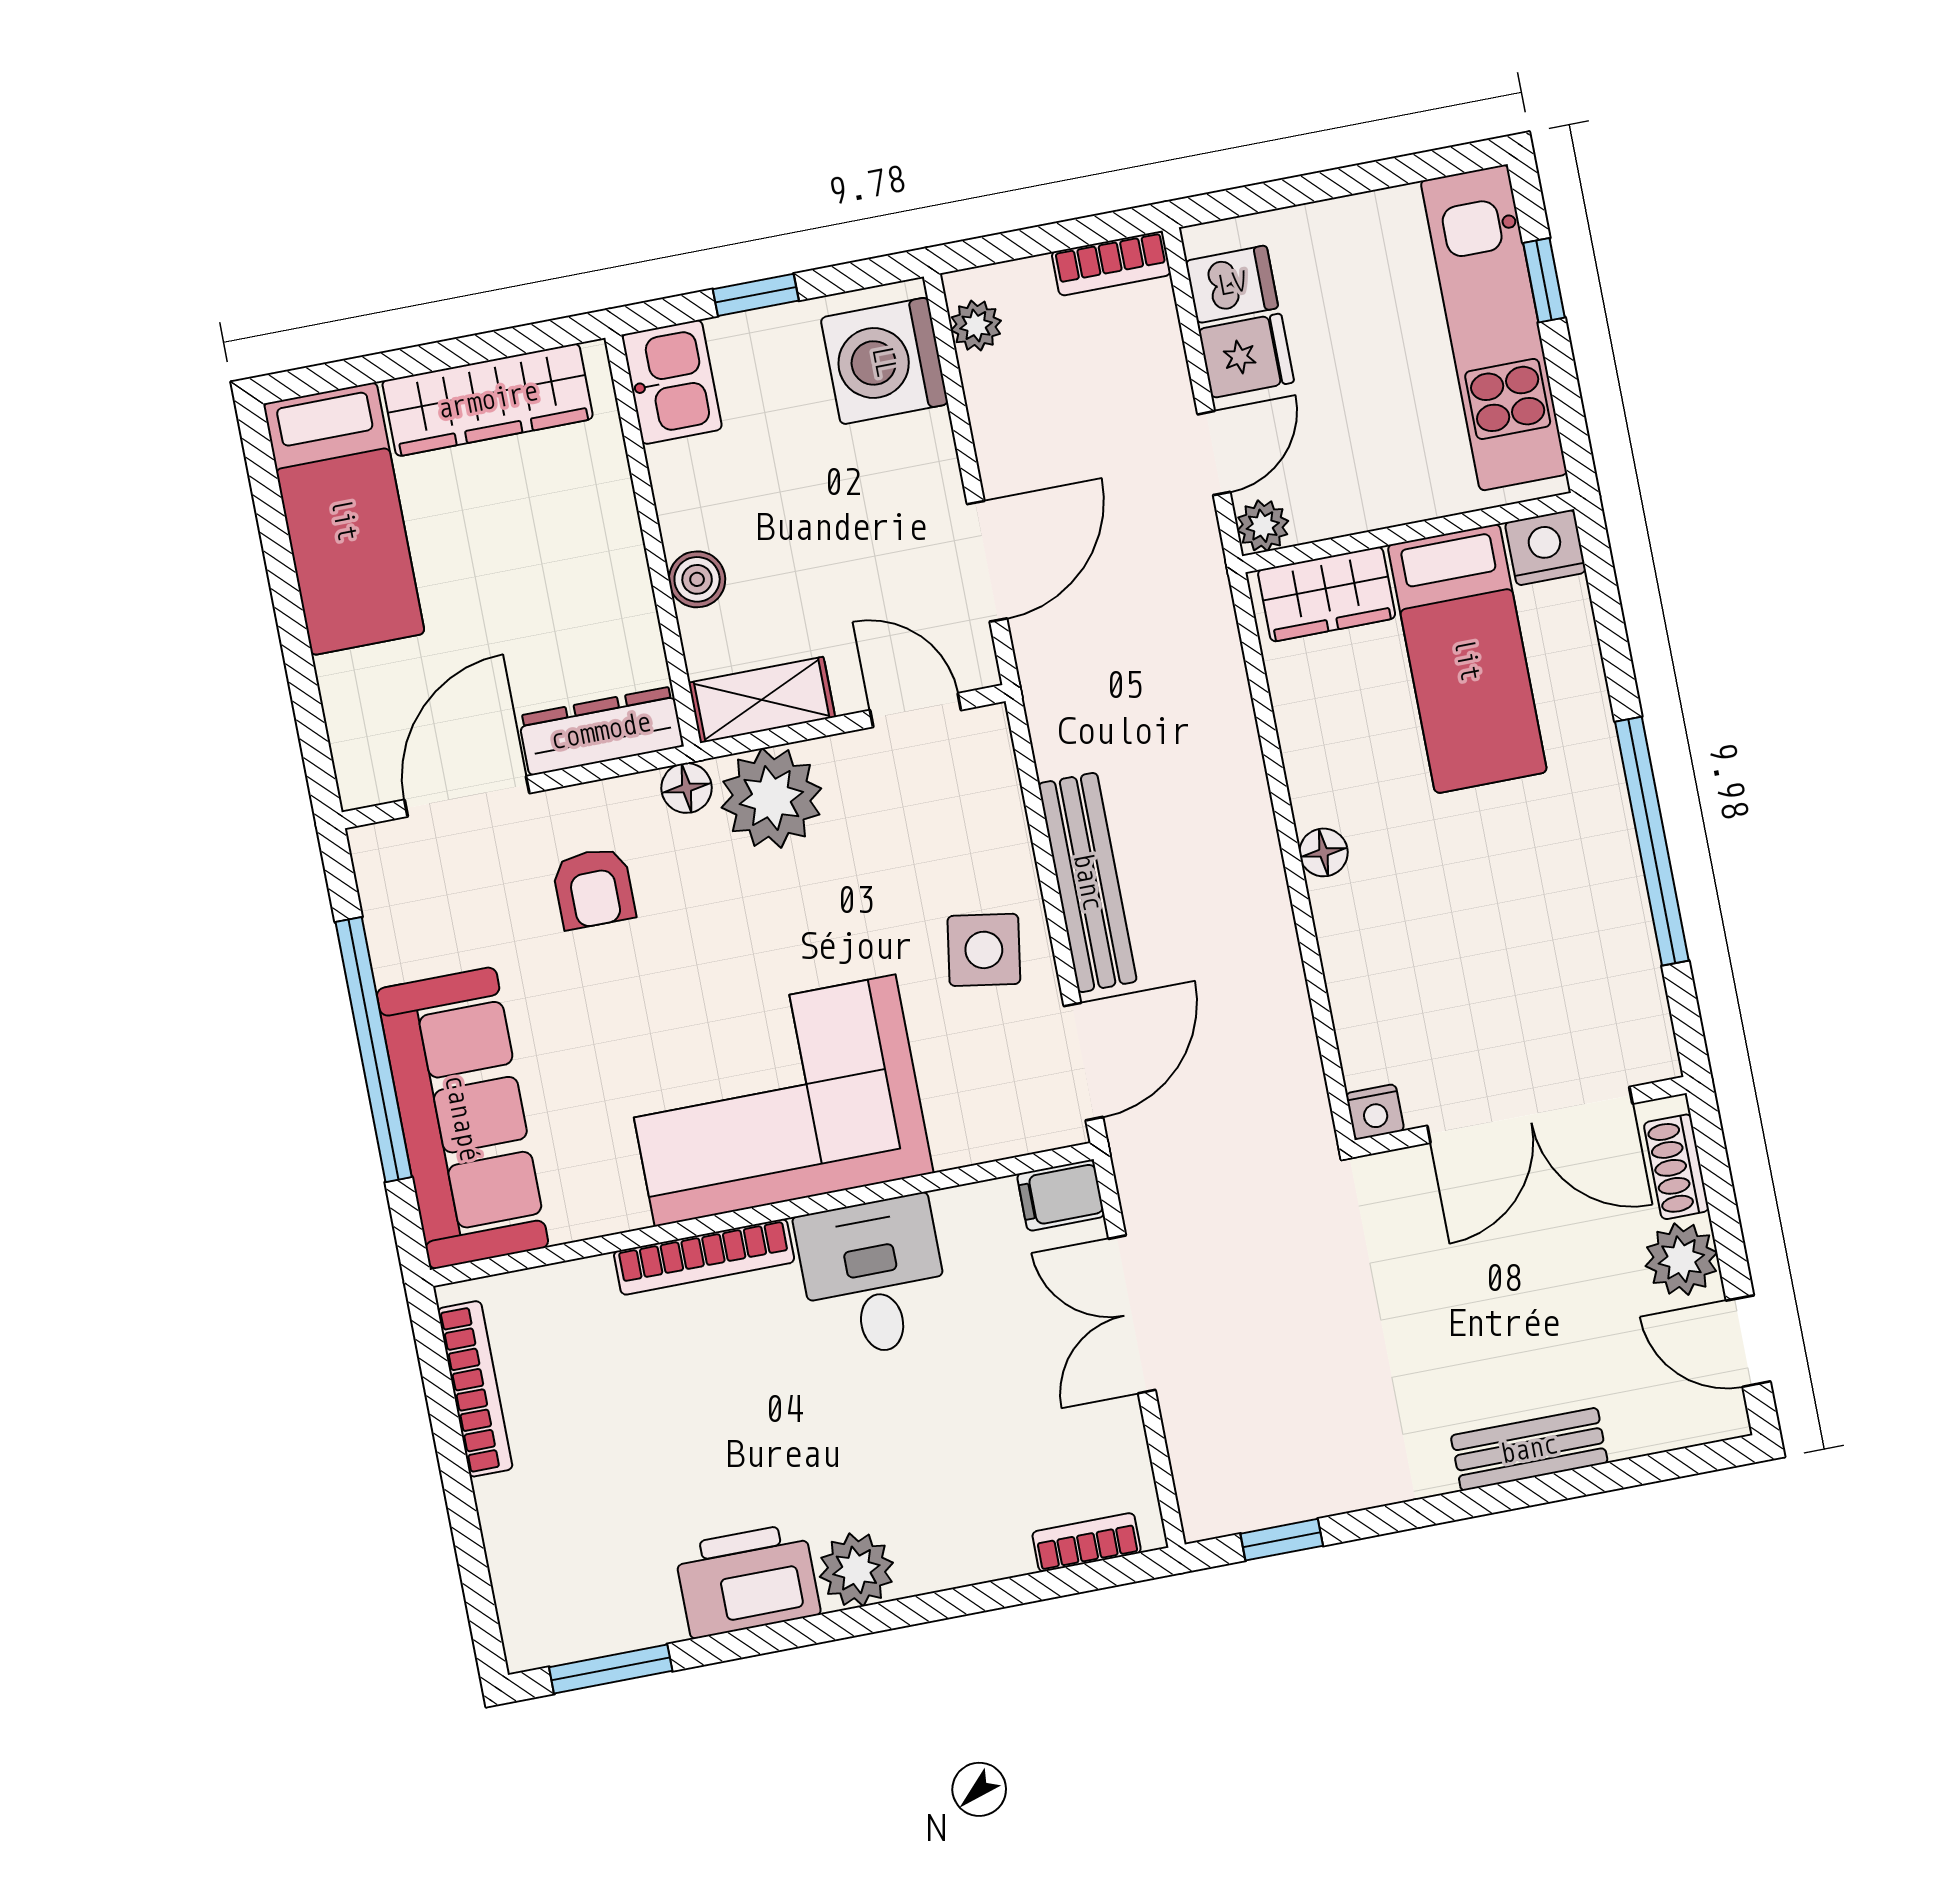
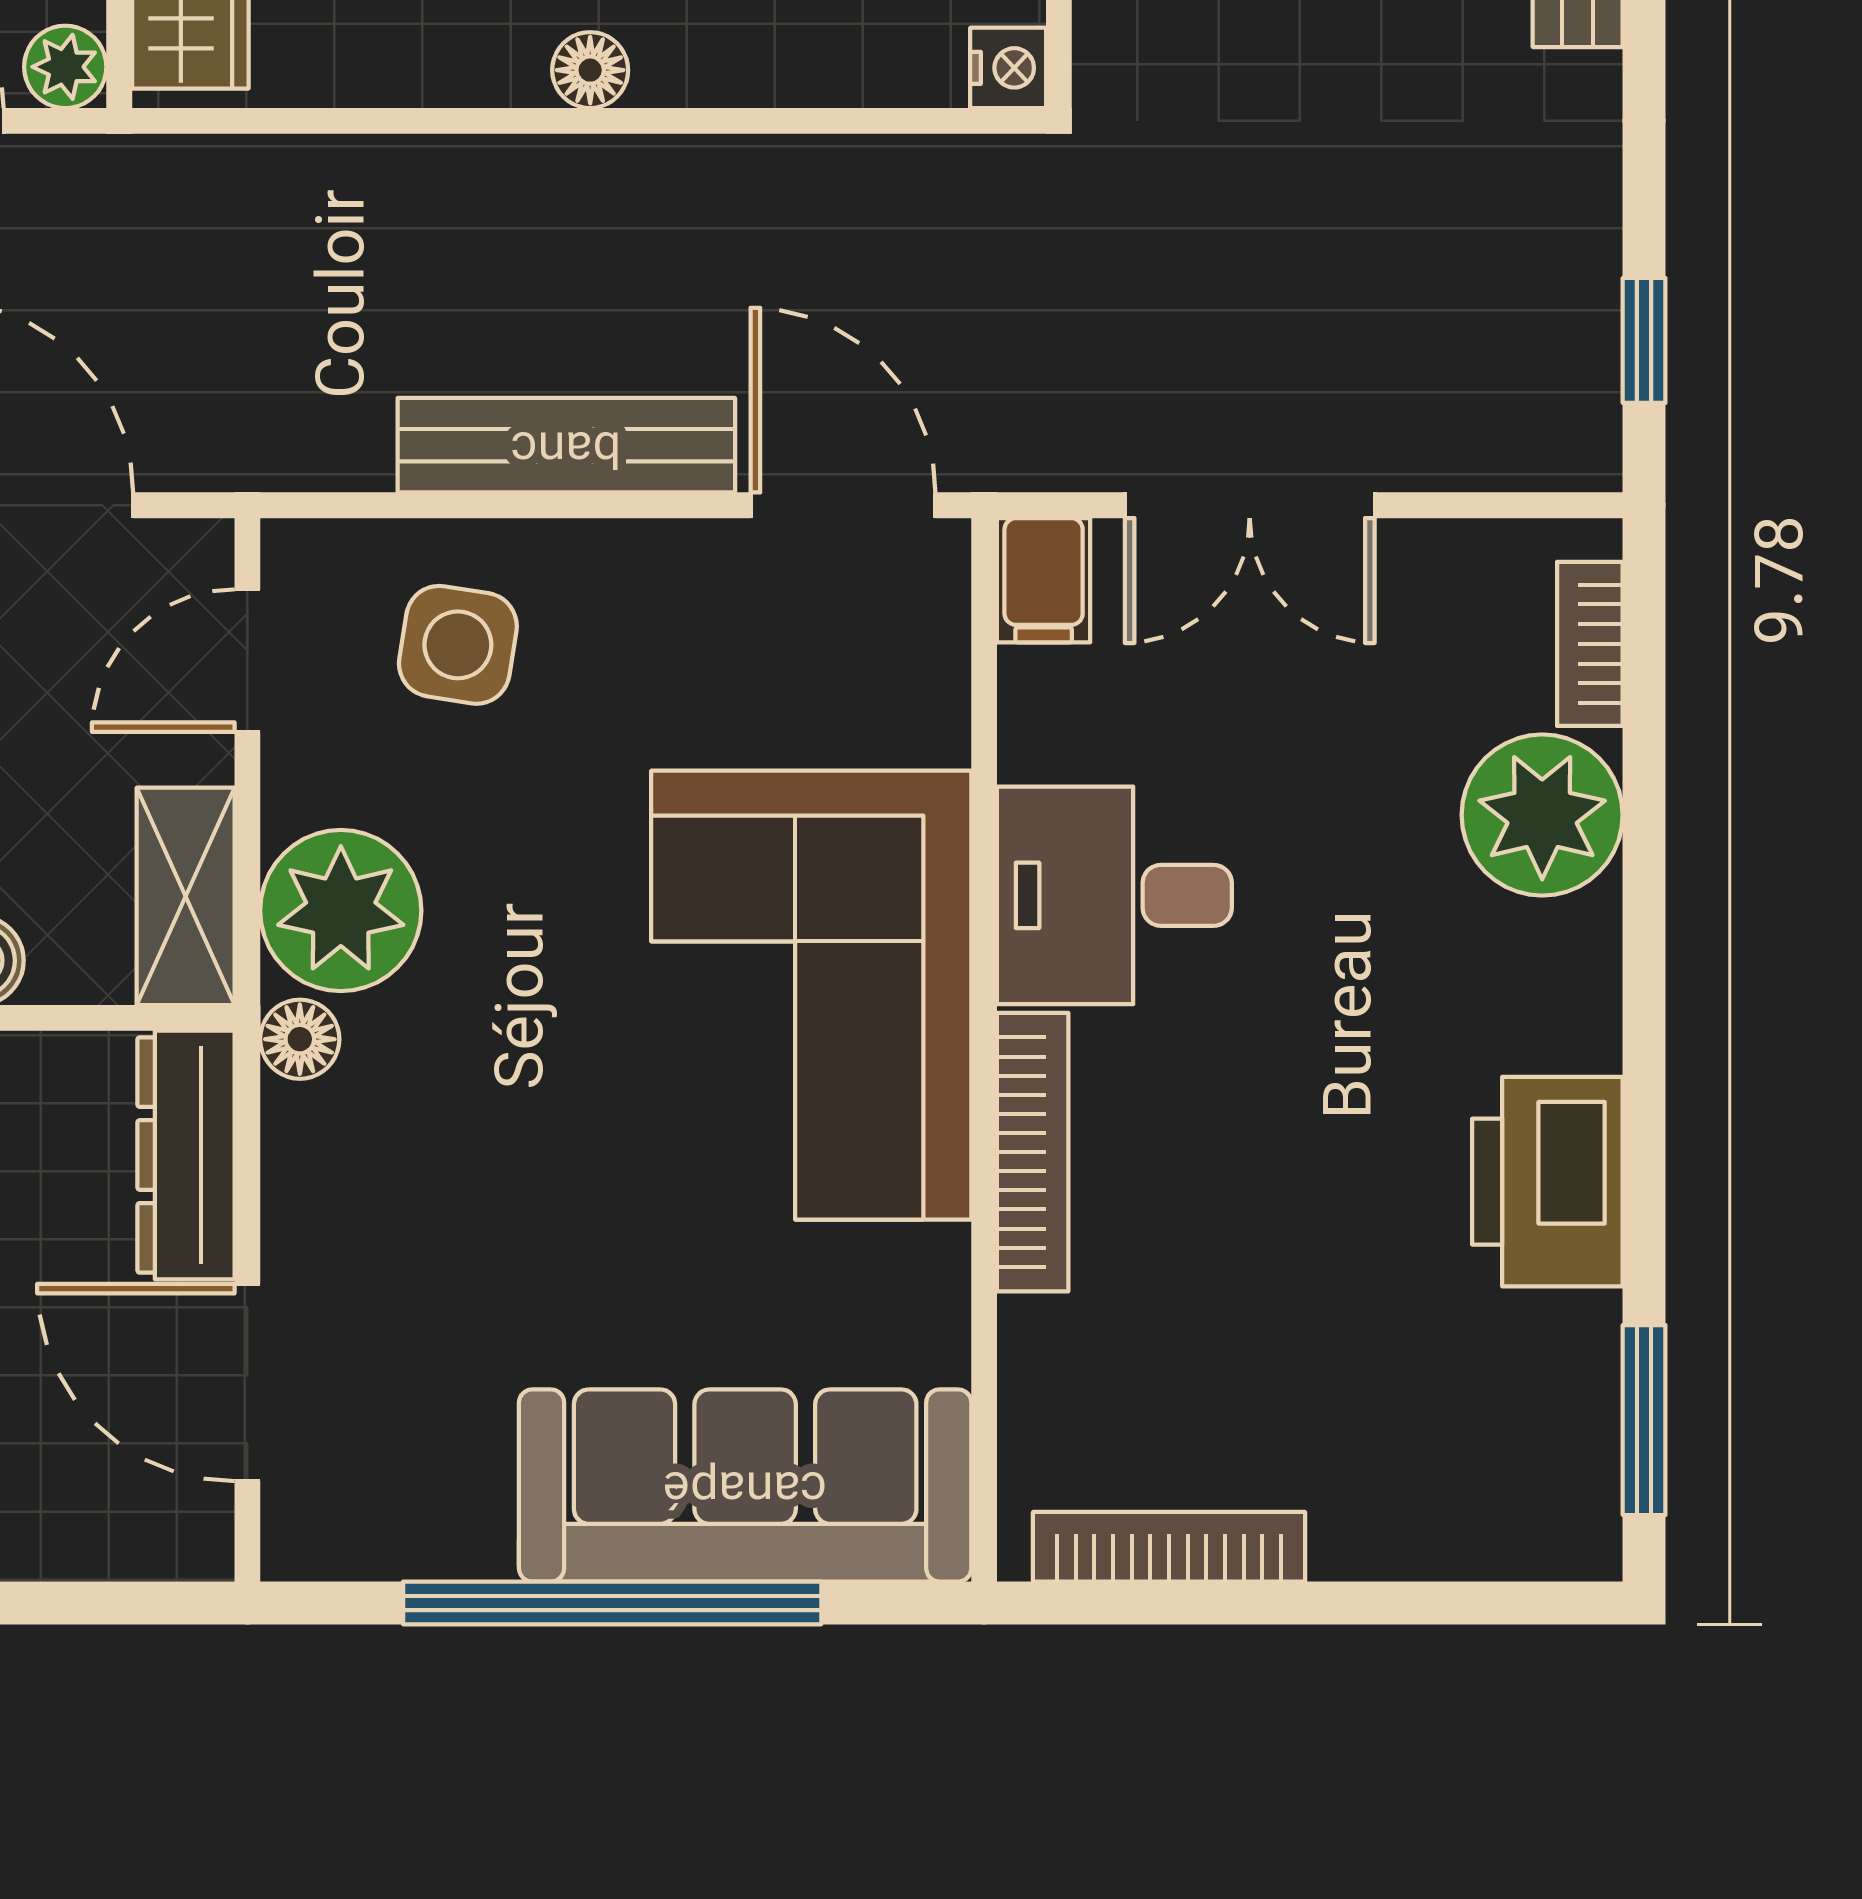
armchair: (594, 888) -> (428, 1213), removed
side table: (984, 950) -> (458, 645), moved
plant: (856, 1570) -> (1542, 815), moved, width x1.36, depth x1.36

